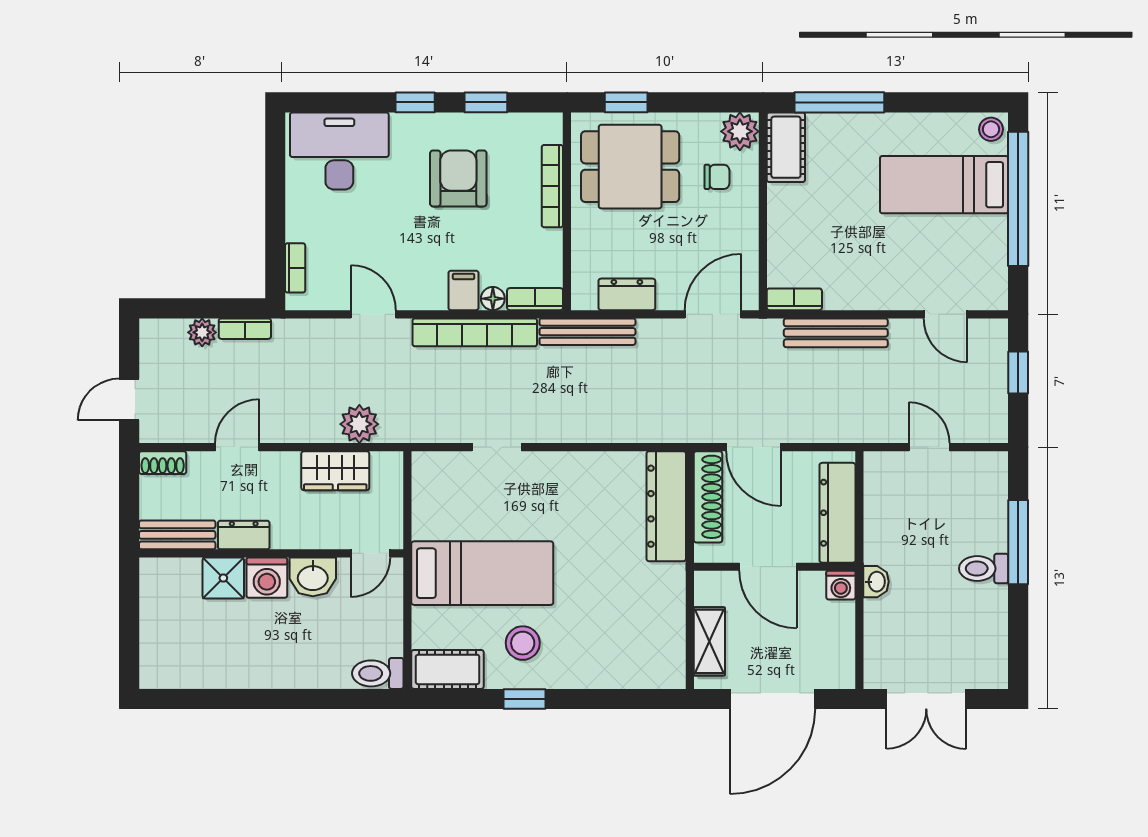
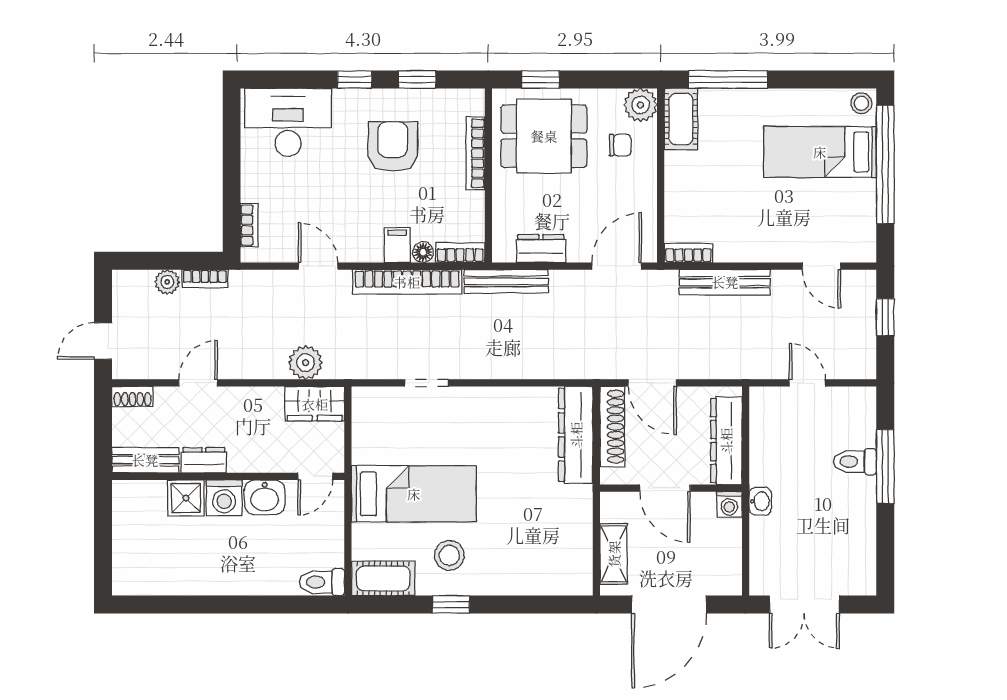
wardrobe: (335, 471) -> (315, 404), moved
toilet: (984, 568) -> (855, 462), moved

